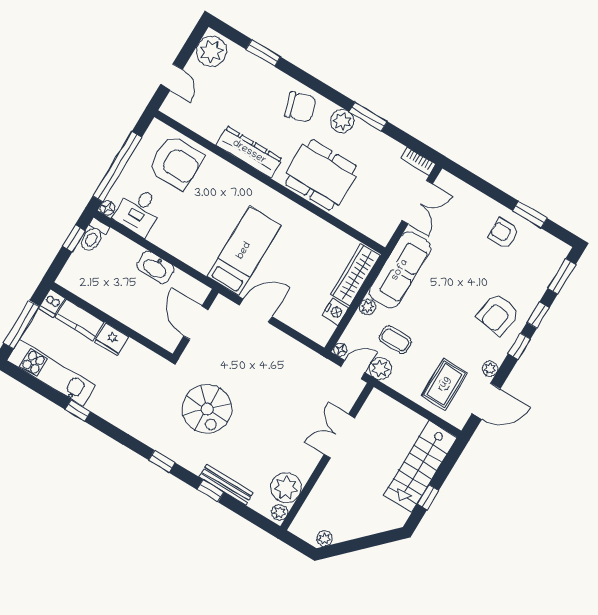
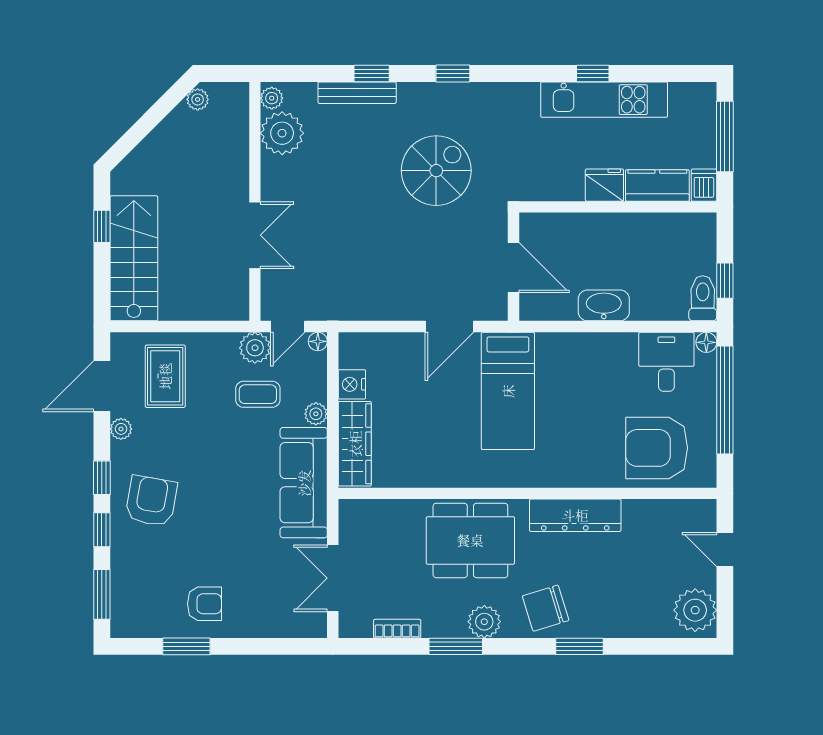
window: (263, 53) -> (579, 646), moved
bookcase: (418, 161) -> (397, 629), moved
kitchen unit: (51, 373) -> (604, 100), moved
spiral stairs: (207, 409) -> (436, 171), turned 90

